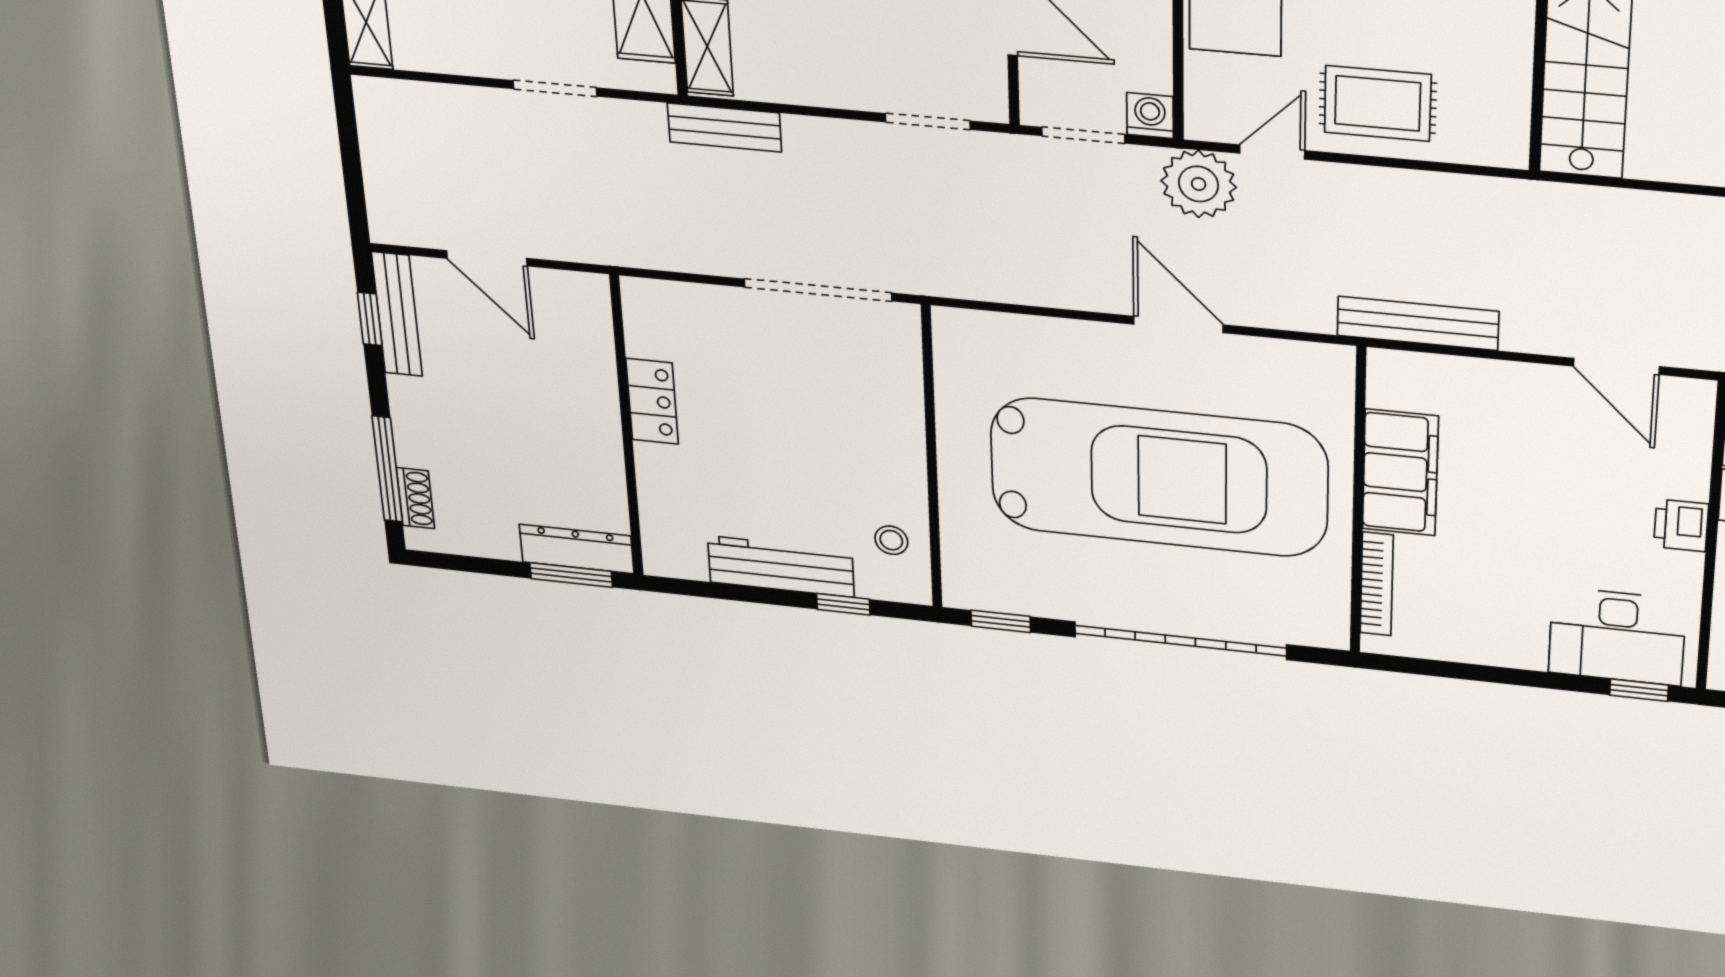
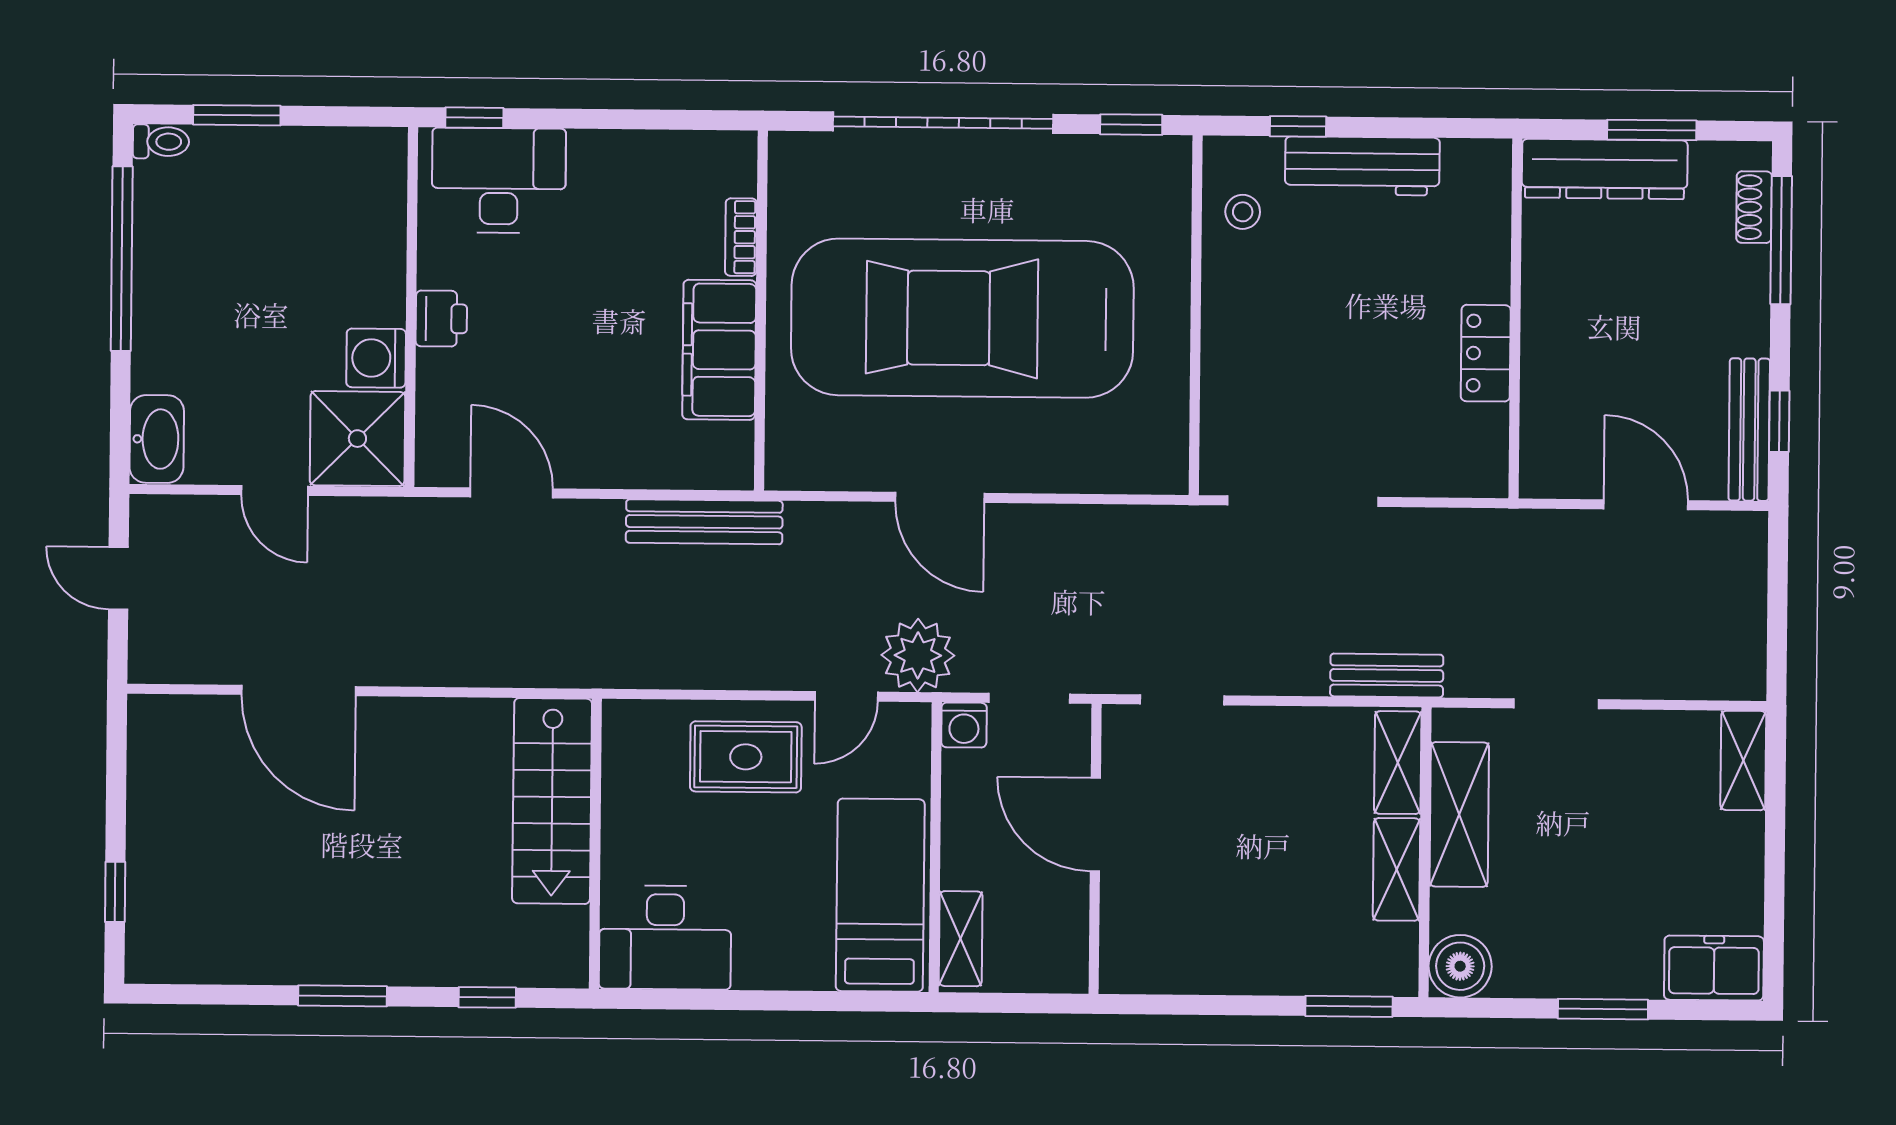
dresser: (577, 549) -> (1605, 169), width x1.37, depth x1.24
window: (571, 575) -> (1652, 130), moved
bookcase: (1377, 584) -> (741, 237), width x0.64

